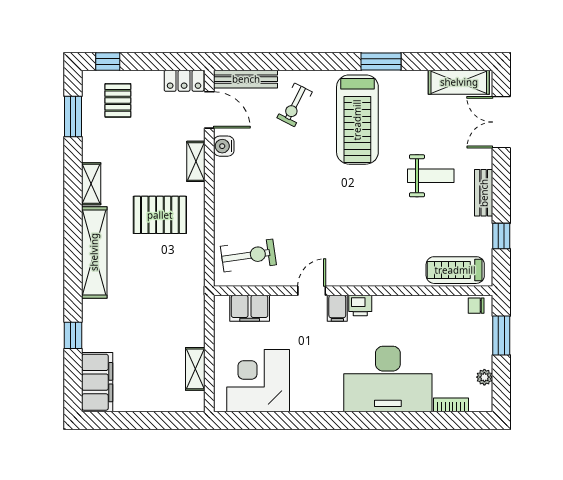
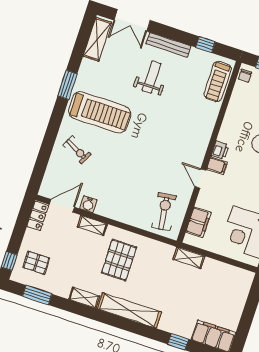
bench: (246, 79) -> (50, 176), removed
bench: (484, 193) -> (168, 45), width x1.36
shelving: (195, 369) -> (189, 258), moved

